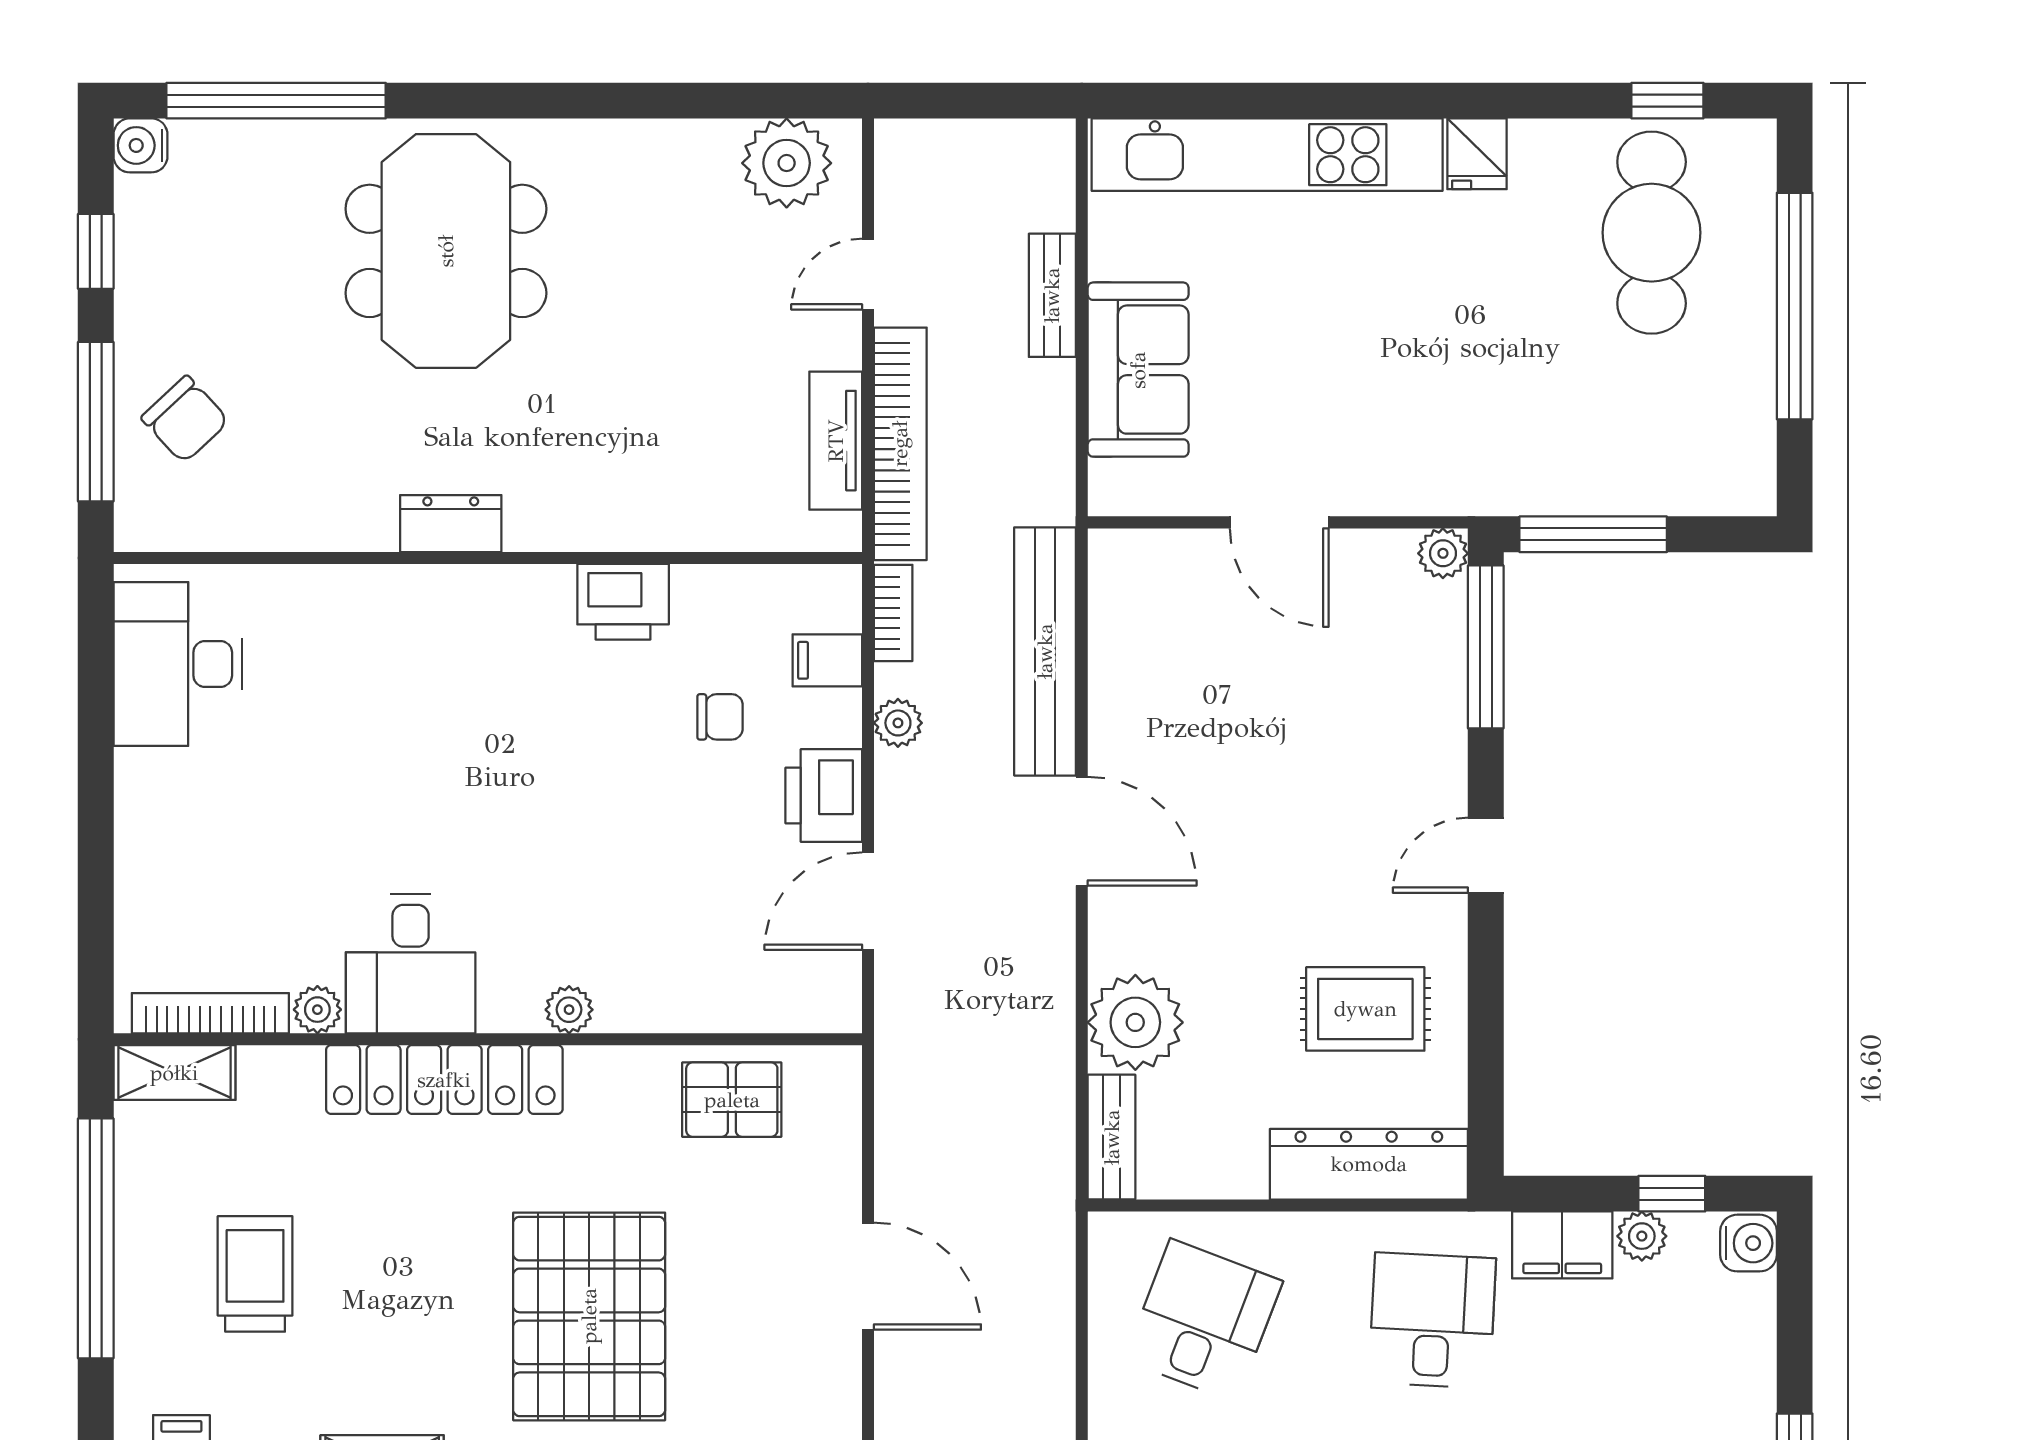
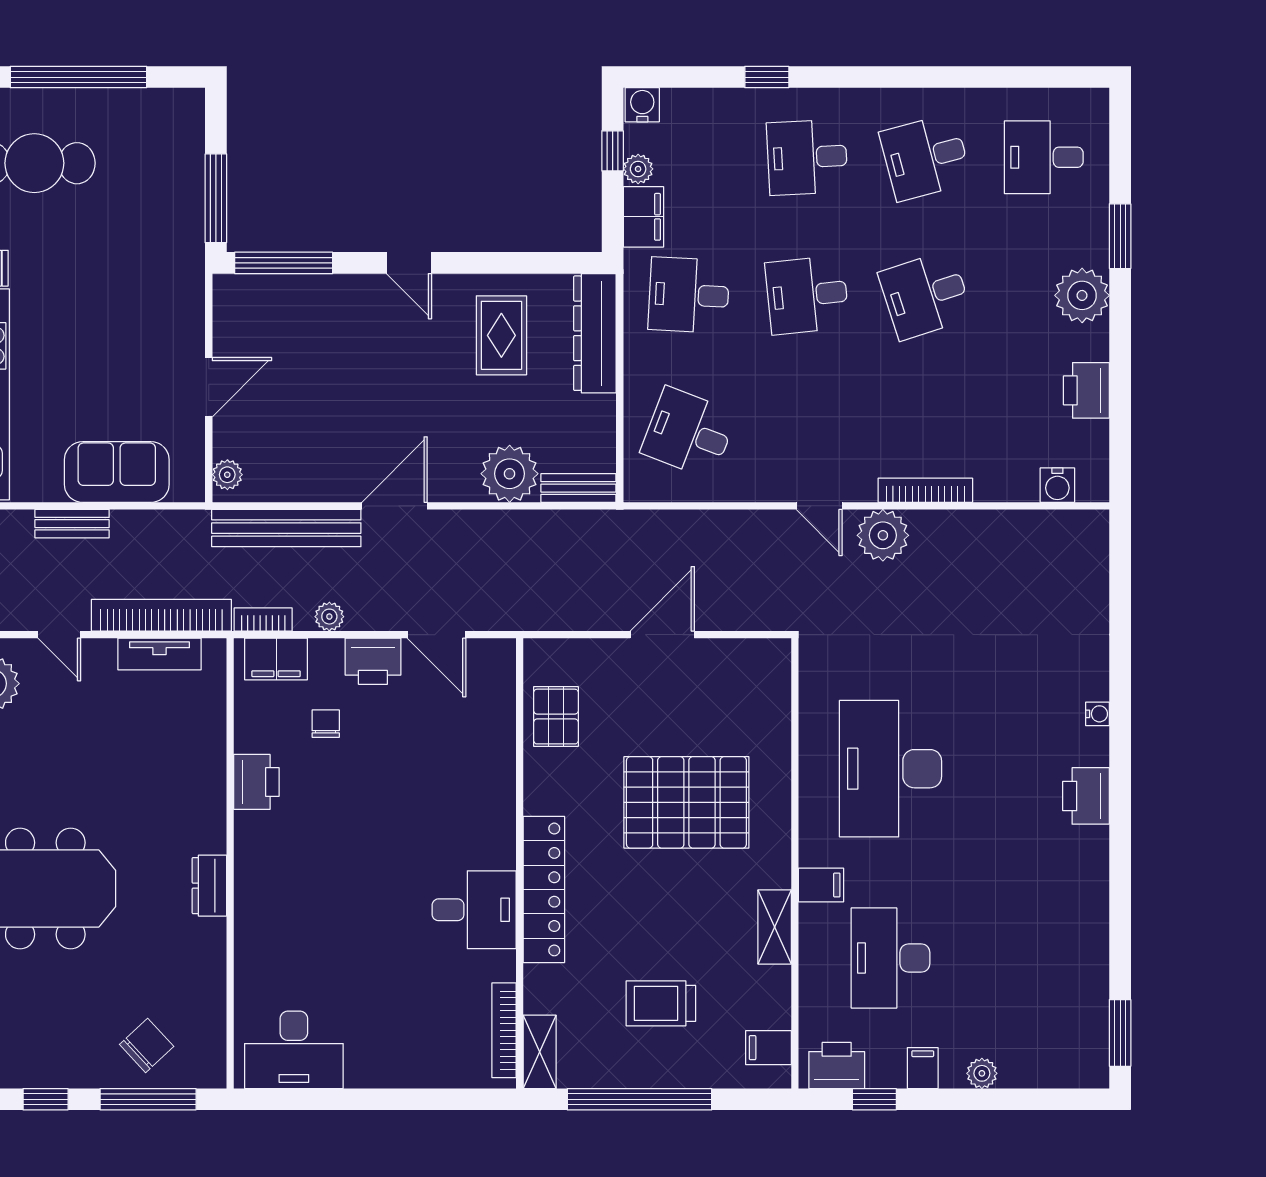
plant: (1443, 553) -> (227, 475), moved
filing cabinet: (827, 660) -> (276, 659), width x2.00
plant: (317, 1010) -> (502, 966), removed
plant: (569, 1010) -> (502, 814), removed

